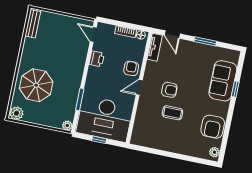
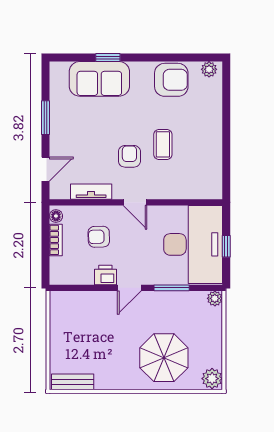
door: (93, 34) -> (129, 288), moved
tv unit: (155, 47) -> (91, 192), moved
armchair: (131, 68) -> (99, 237), moved

